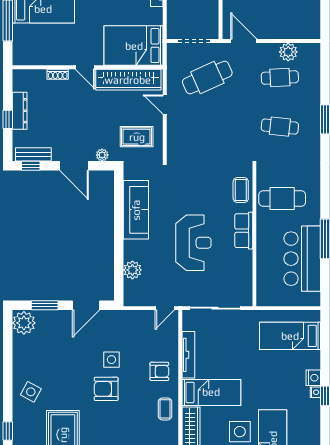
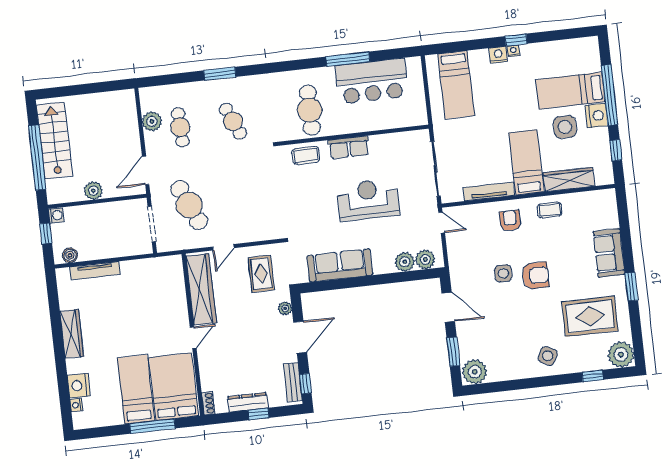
bed: (134, 46) -> (174, 387), moved, turned 180
shoe rack: (58, 74) -> (208, 403), moved
cafe table: (280, 127) -> (233, 121), turned -30
plant: (132, 289) -> (425, 260), added
armchair: (106, 389) -> (535, 276), turned -90

